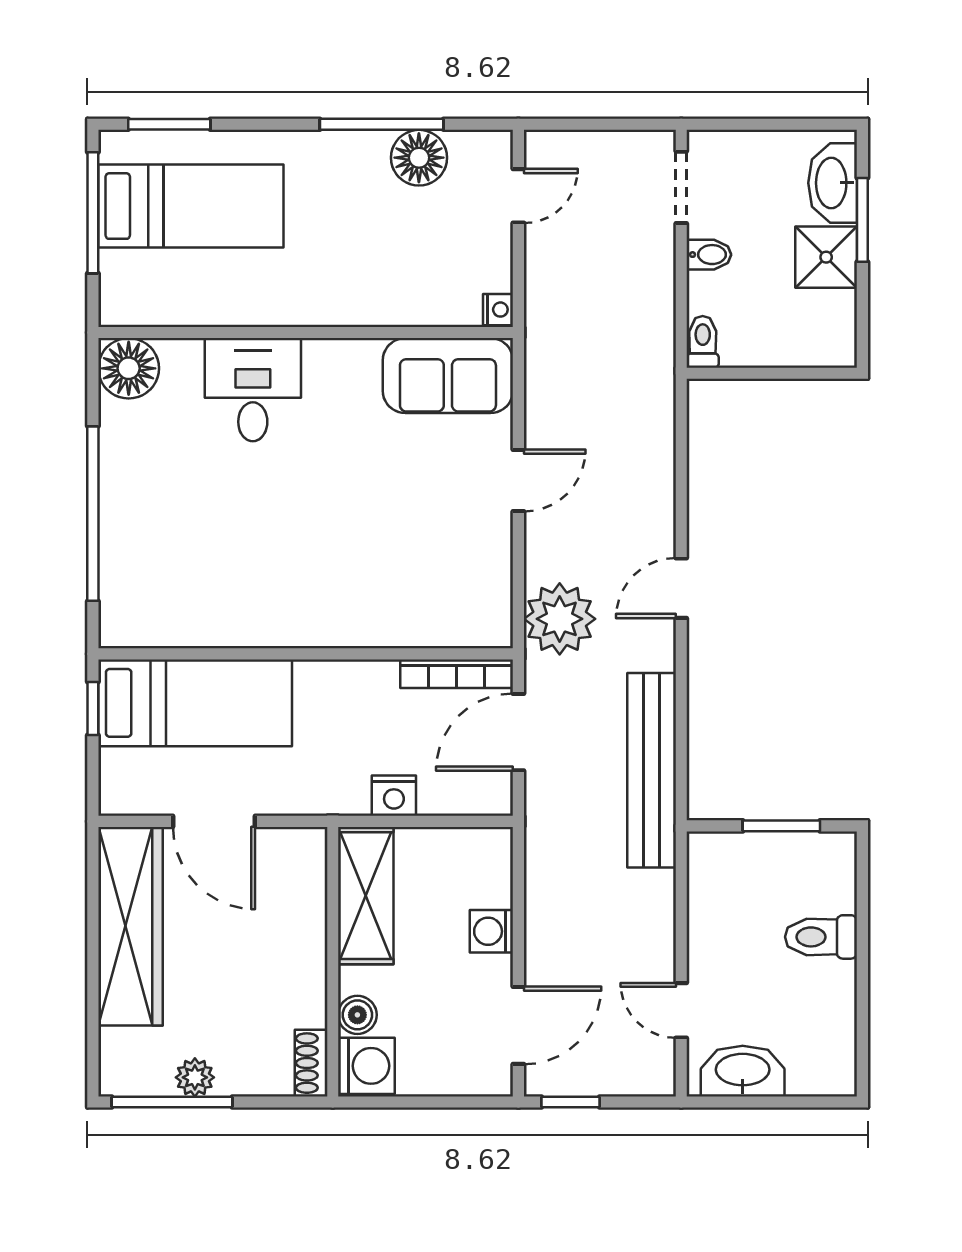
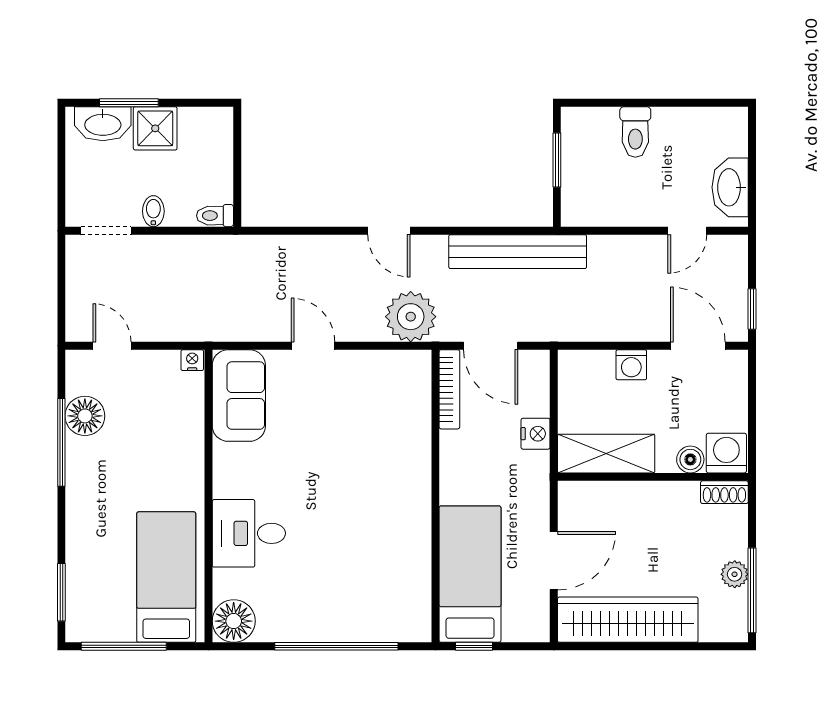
bed: (191, 206) -> (166, 577), moved

